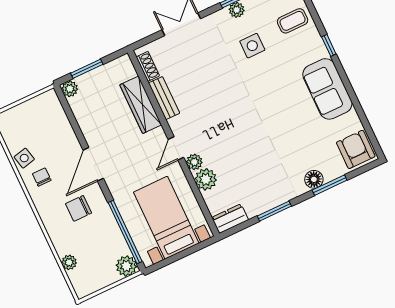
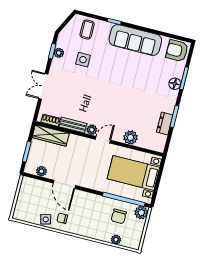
plant: (70, 89) -> (41, 171), moved
sofa: (327, 89) -> (135, 40), width x1.36
wardrobe: (141, 105) -> (51, 135), moved
door: (176, 148) -> (103, 140), swing flipped
plant: (194, 162) -> (92, 130), moved
door: (93, 164) -> (64, 184), moved
chair: (79, 208) -> (119, 216), moved
dresser: (230, 219) -> (165, 124), moved

